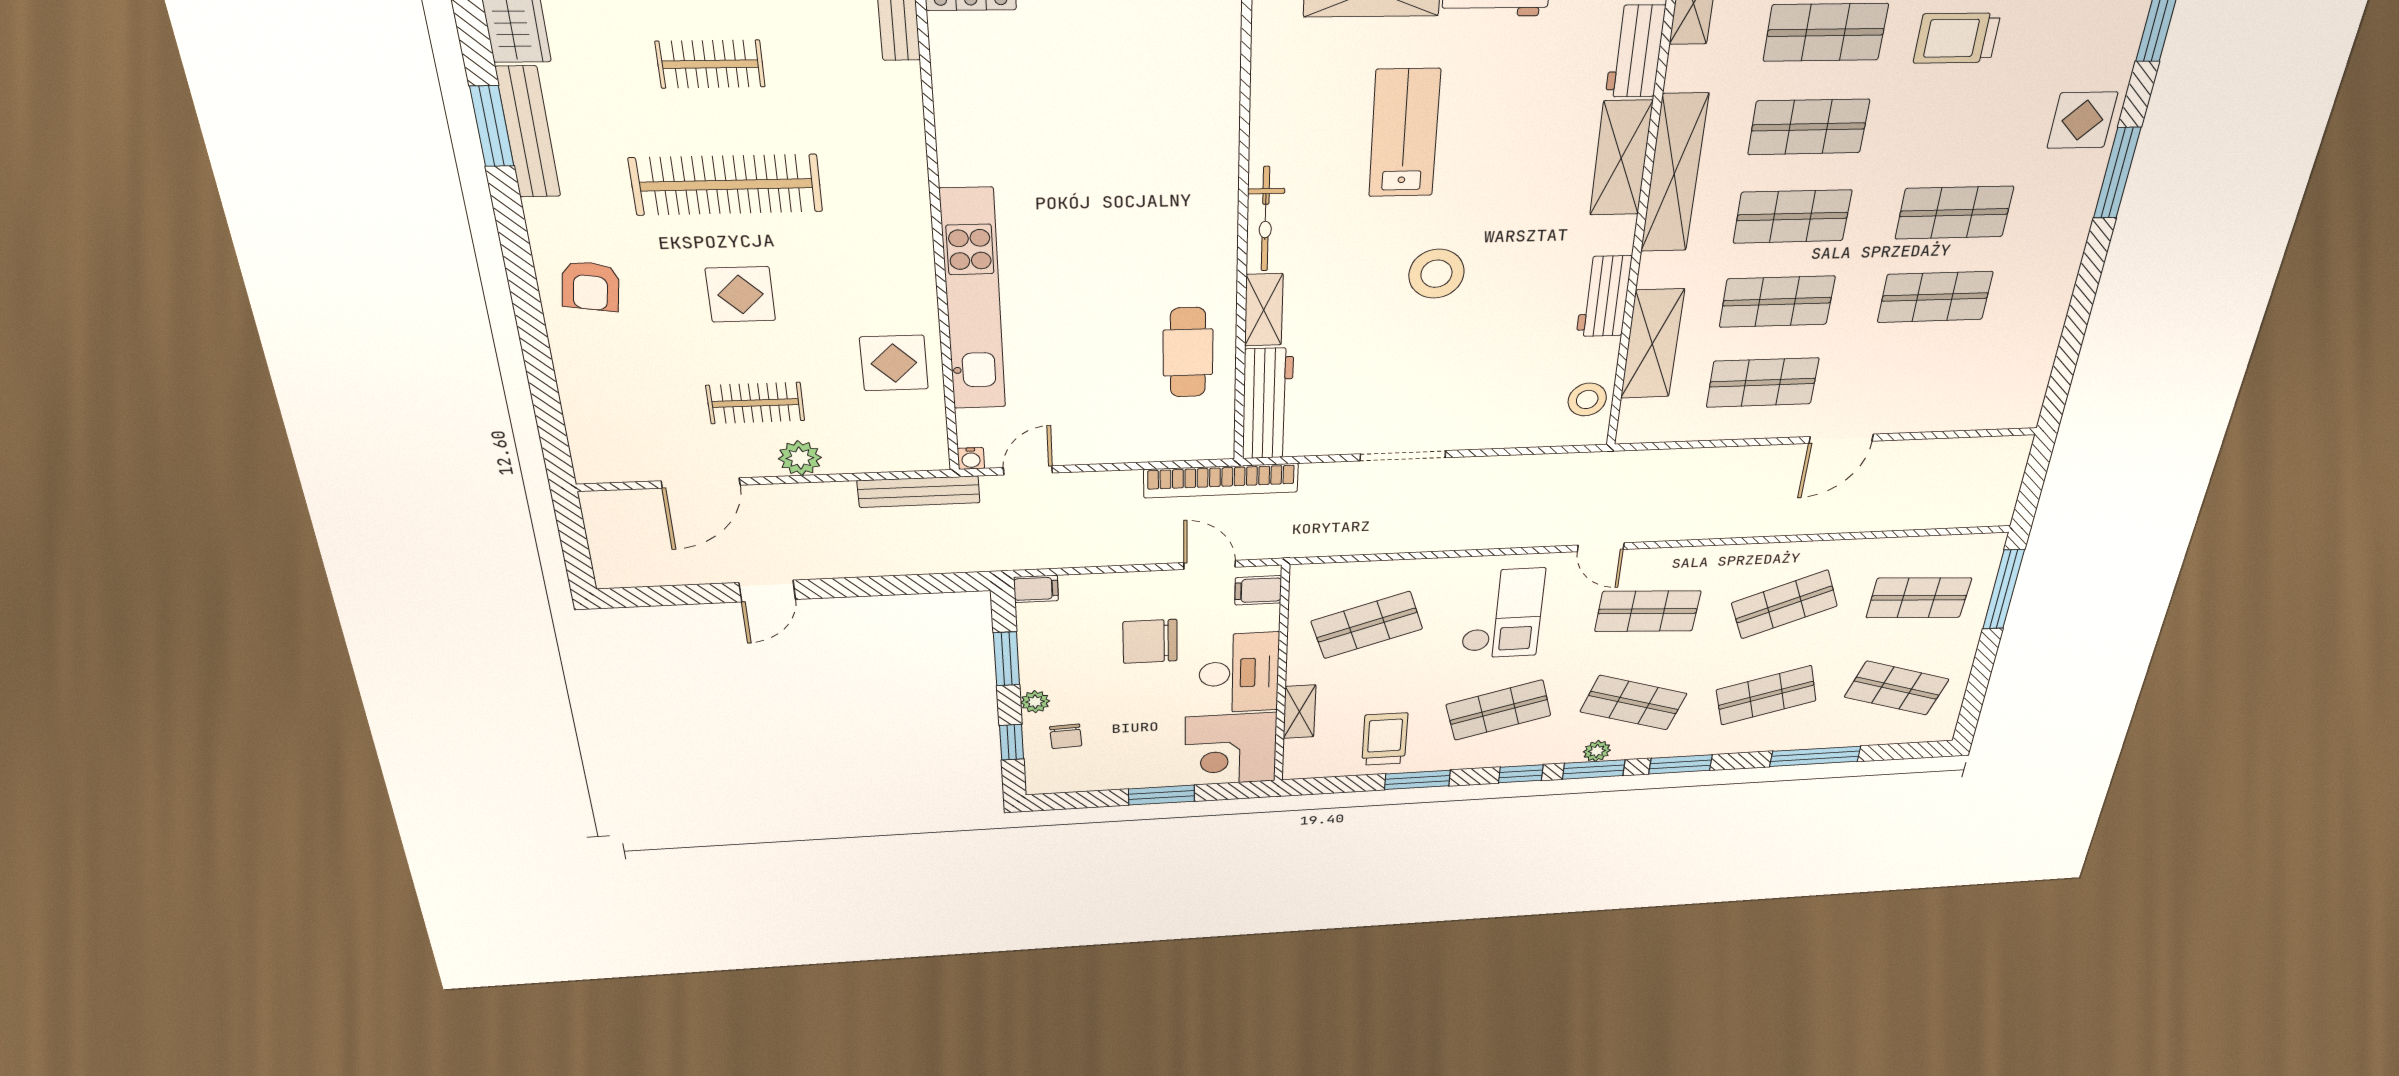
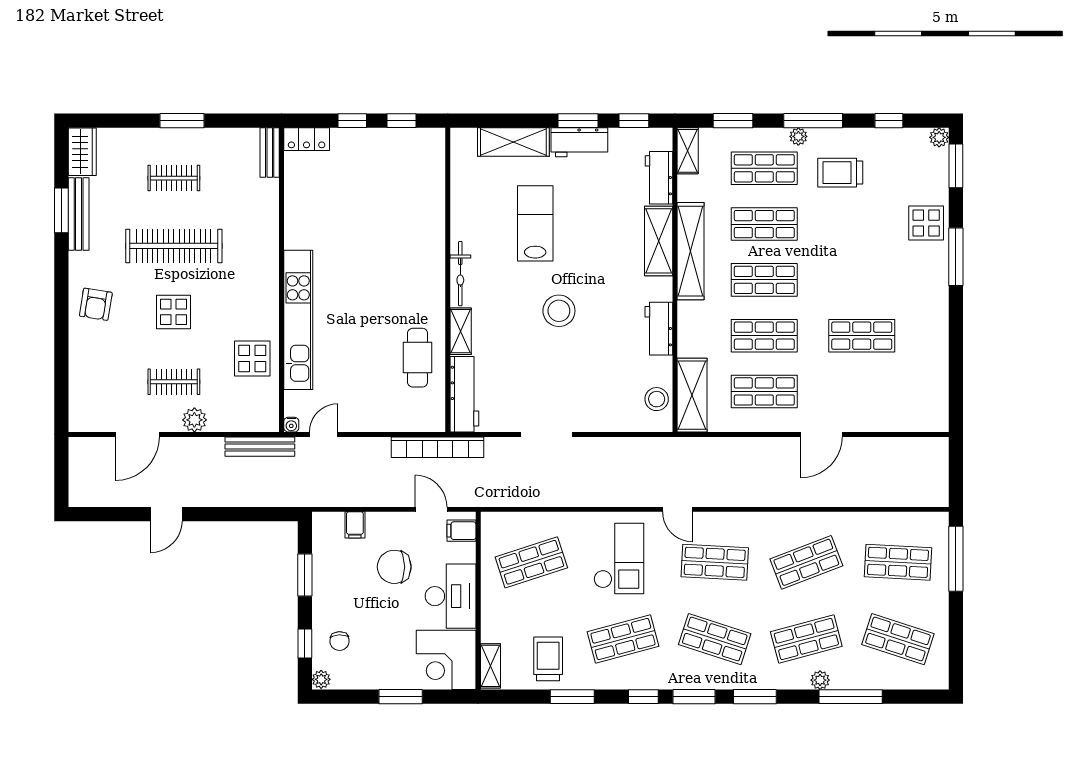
shop shelf: (1954, 213) -> (862, 280), removed
shelving: (1652, 344) -> (692, 395), moved
filing cabinet: (1036, 589) -> (355, 525), moved, turned 90
plant: (1035, 702) -> (321, 679), moved
shelving: (1299, 712) -> (490, 666), moved
plant: (1597, 751) -> (820, 680), moved

